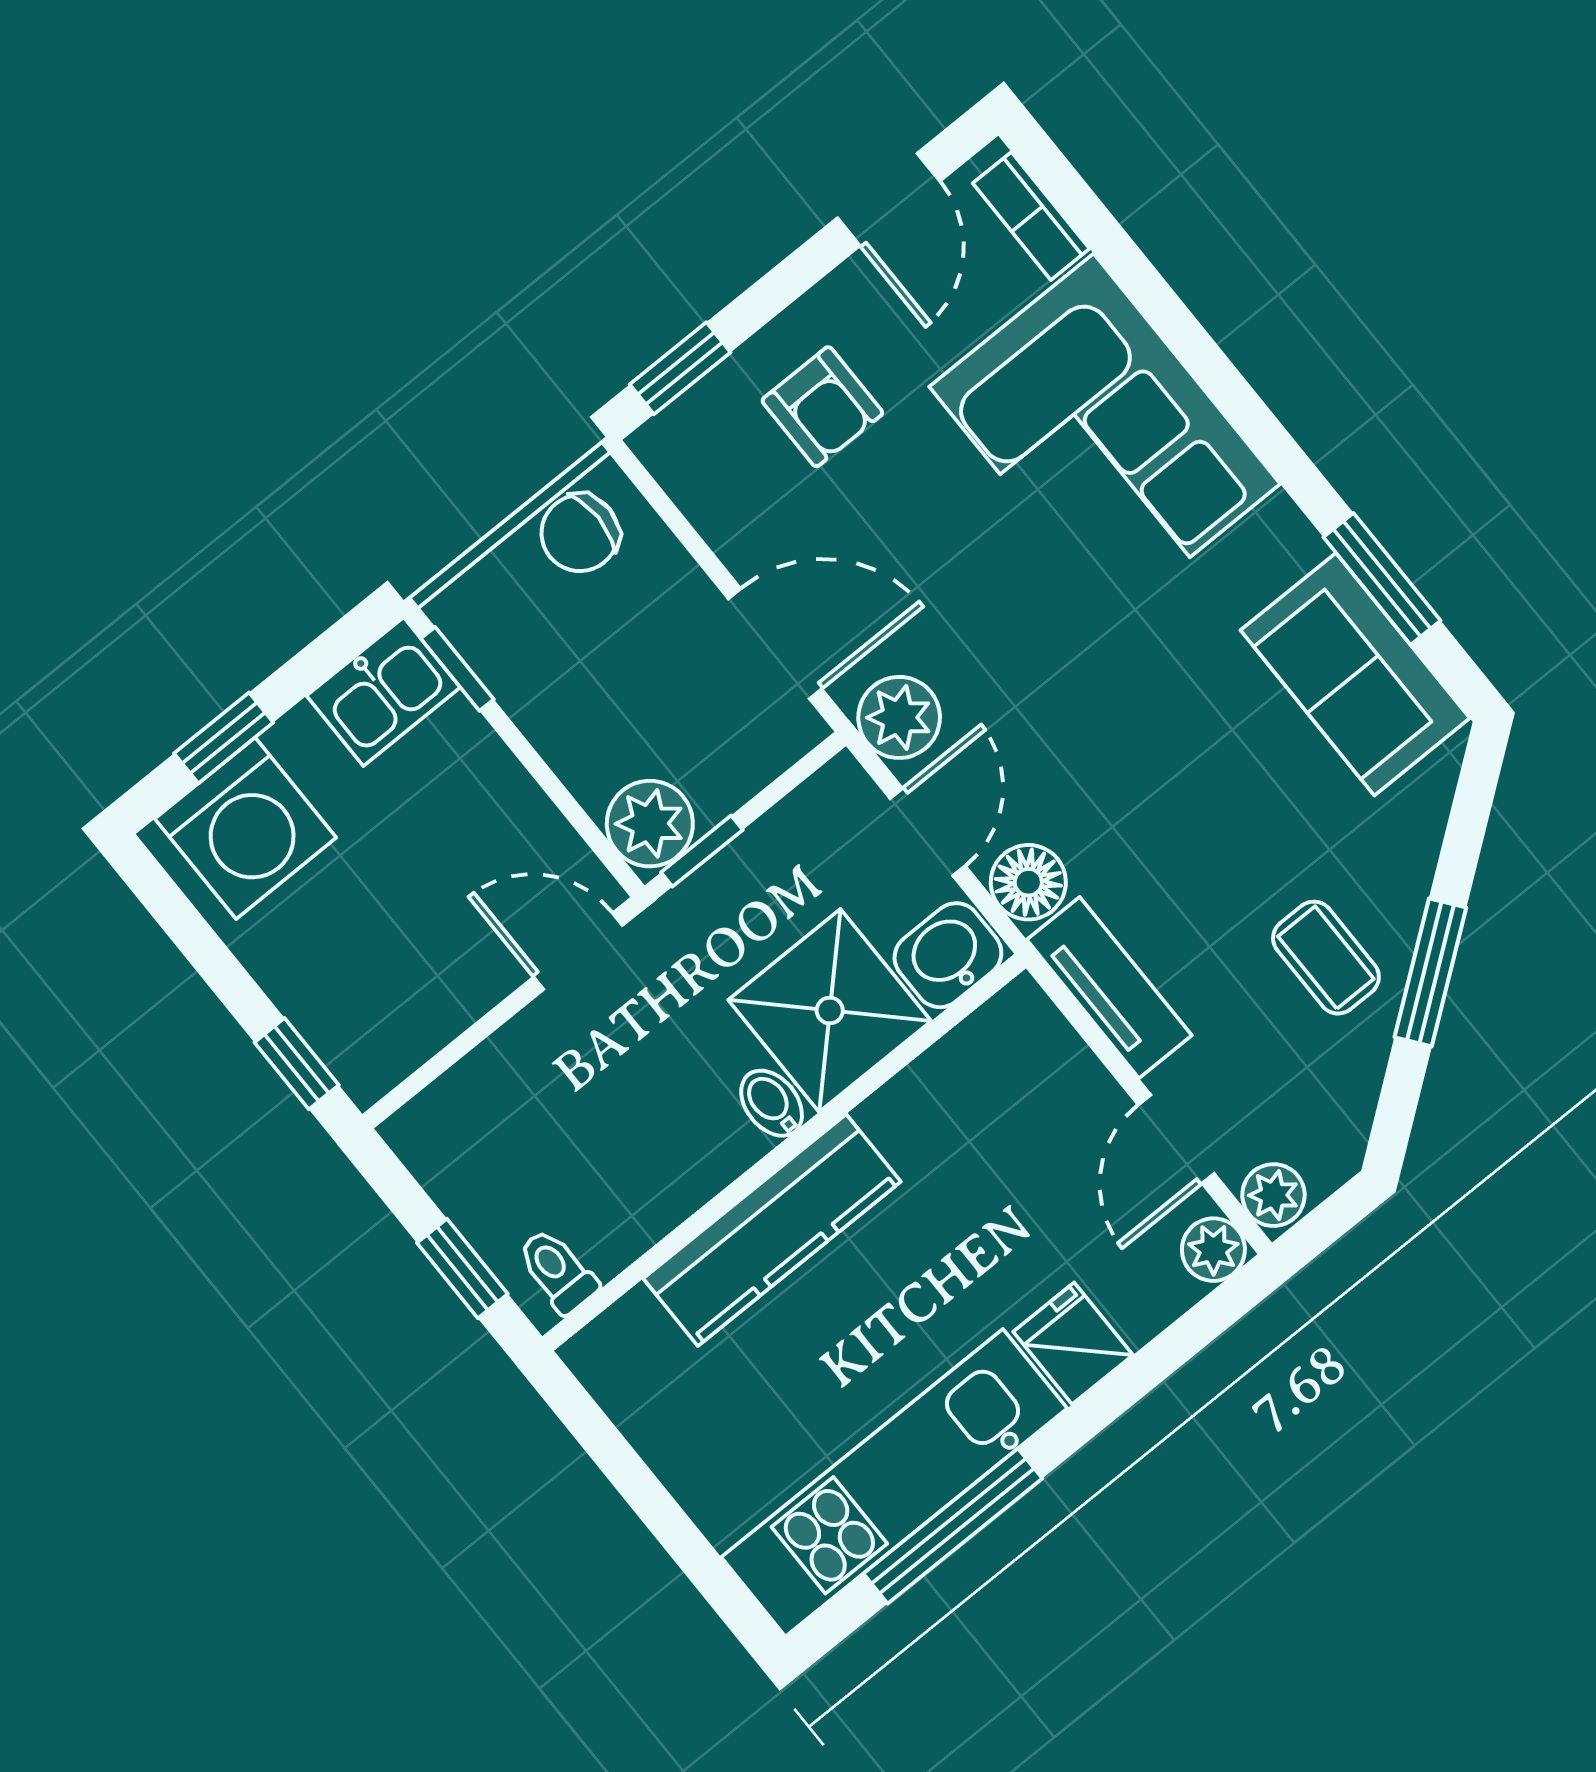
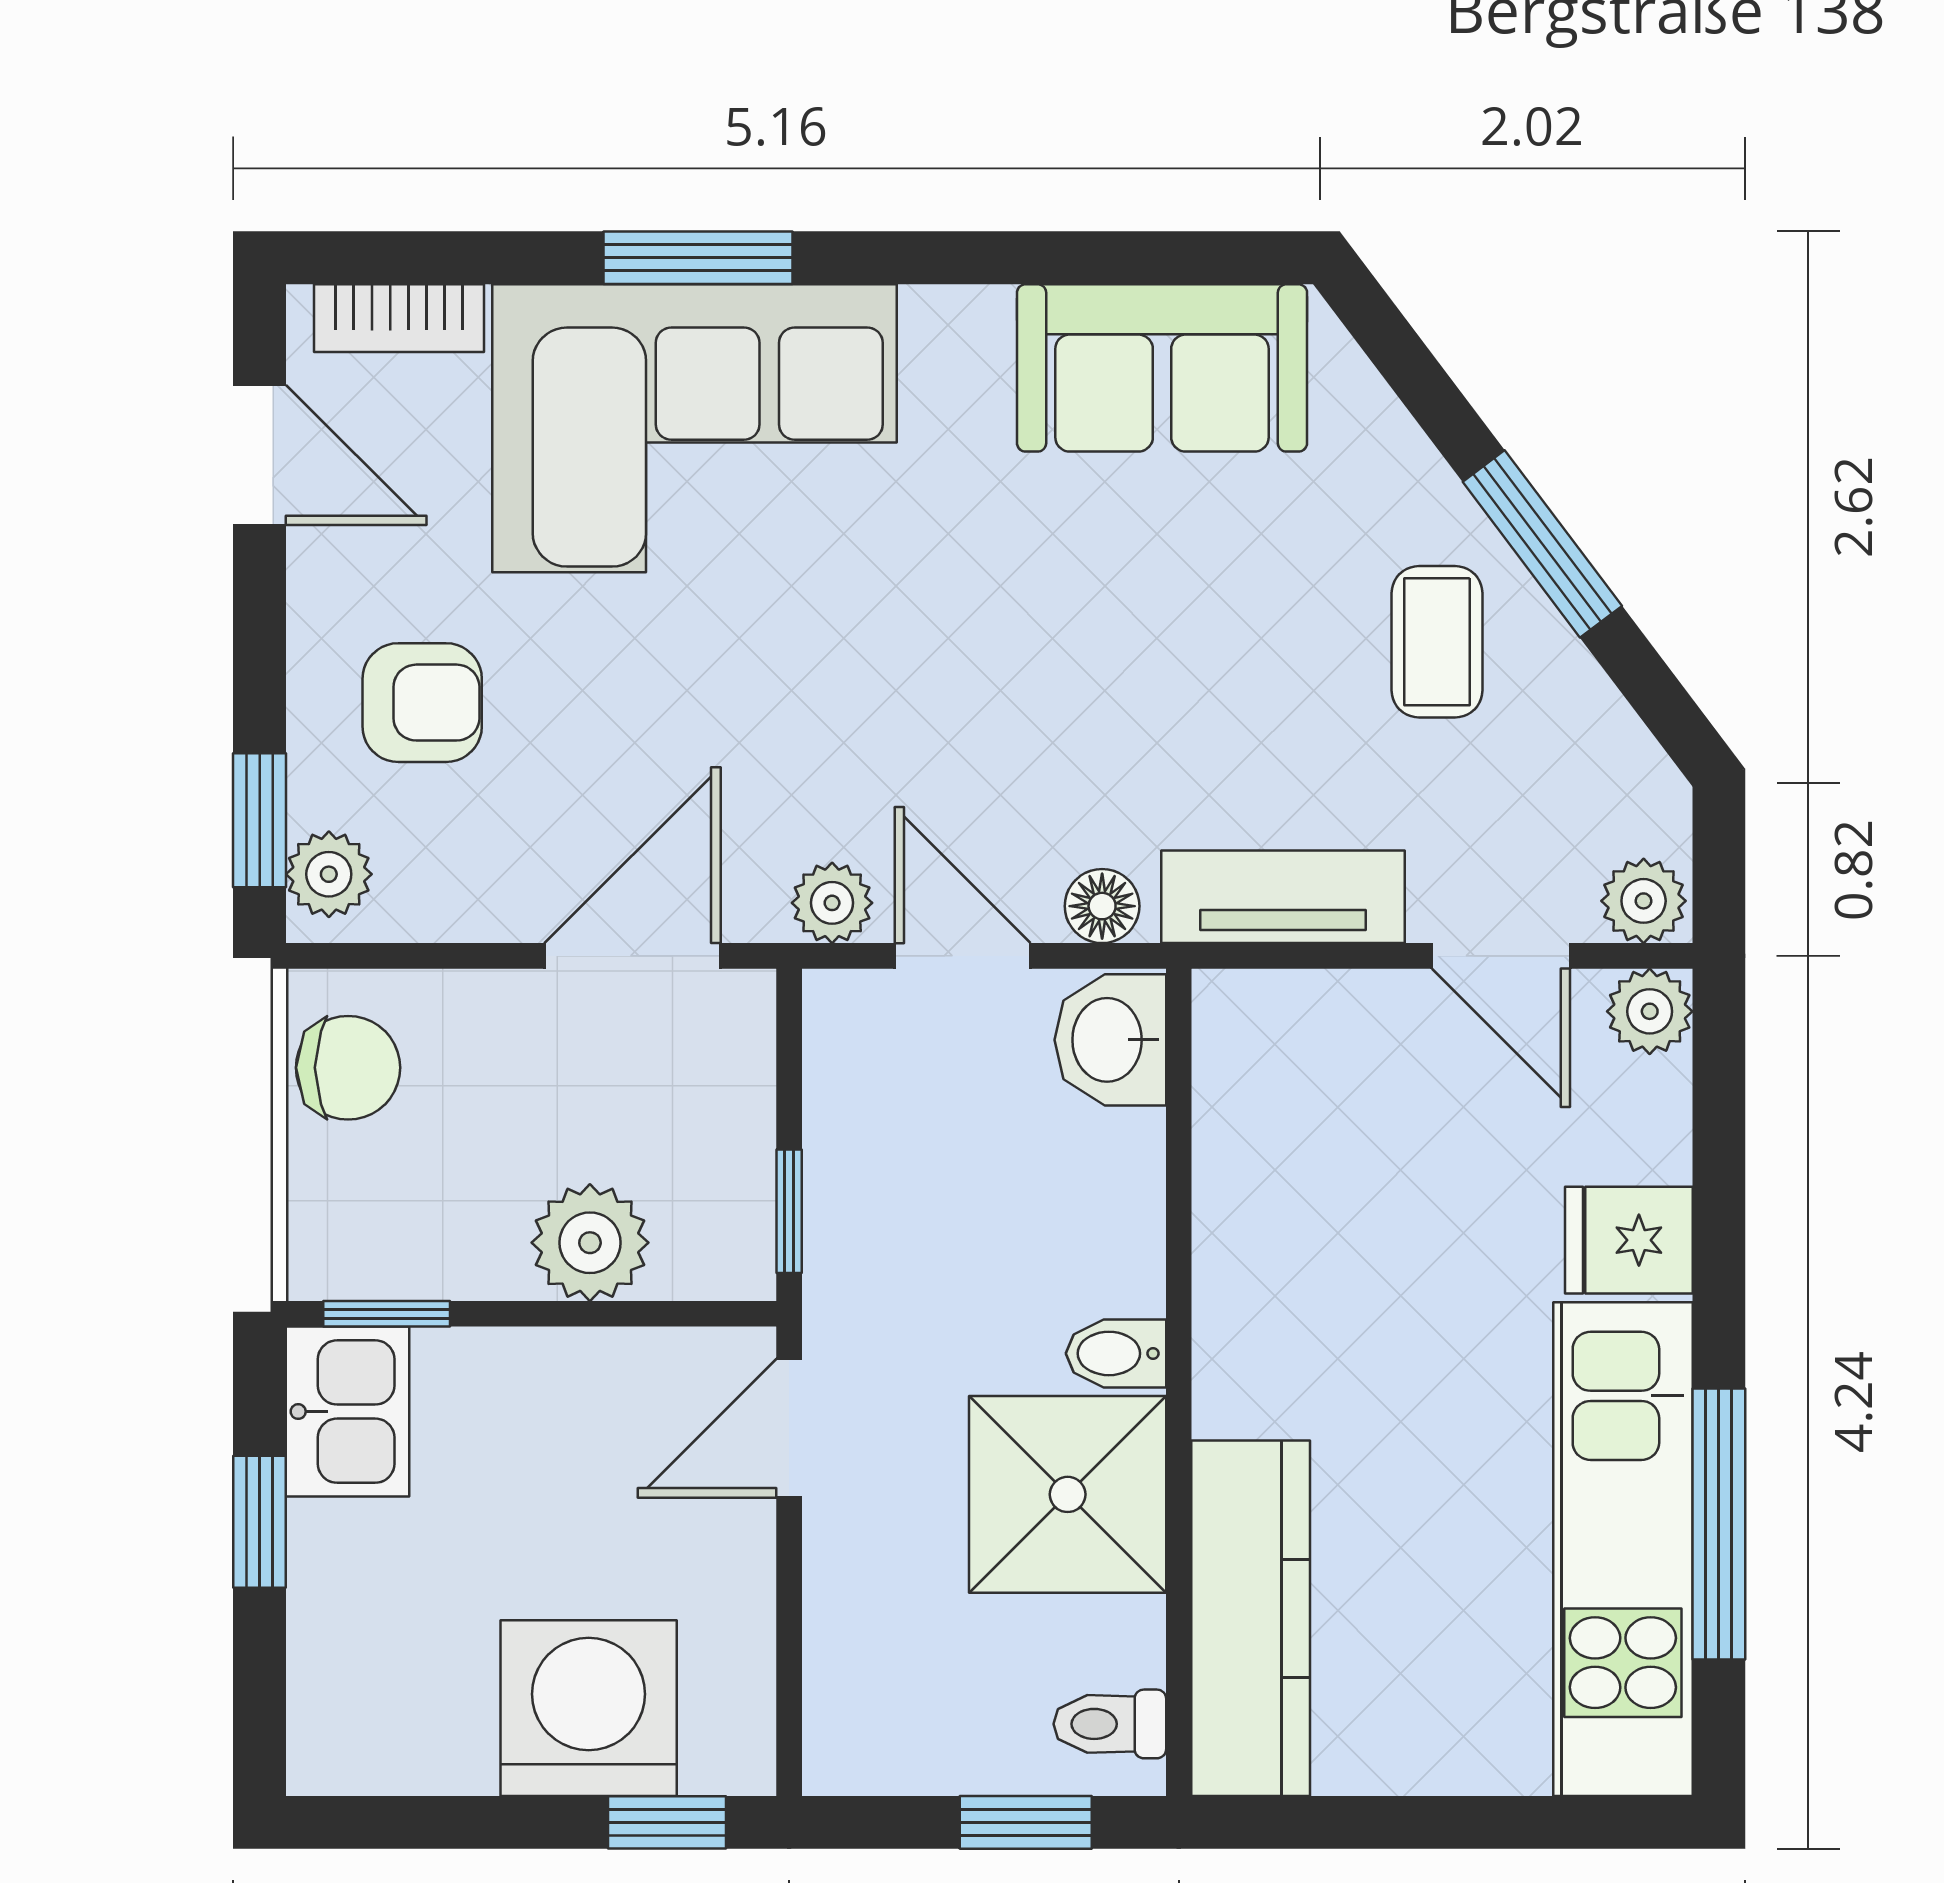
plant: (681, 433) -> (329, 874), added
chair: (580, 533) -> (348, 1068), turned -90
window: (1382, 579) -> (698, 258), moved
plant: (899, 717) -> (832, 903), width x0.73, depth x0.73
window: (224, 738) -> (260, 1522), moved
plant: (650, 824) -> (590, 1243), moved
washing machine: (246, 828) -> (589, 1708), moved, turned -90
floor lamp: (1028, 882) -> (1102, 906), width x0.73, depth x0.73
coffee table: (1326, 958) -> (1437, 642), turned 90
shower: (830, 1011) -> (1068, 1494), moved
kitchen counter: (772, 1230) -> (1251, 1618), moved

